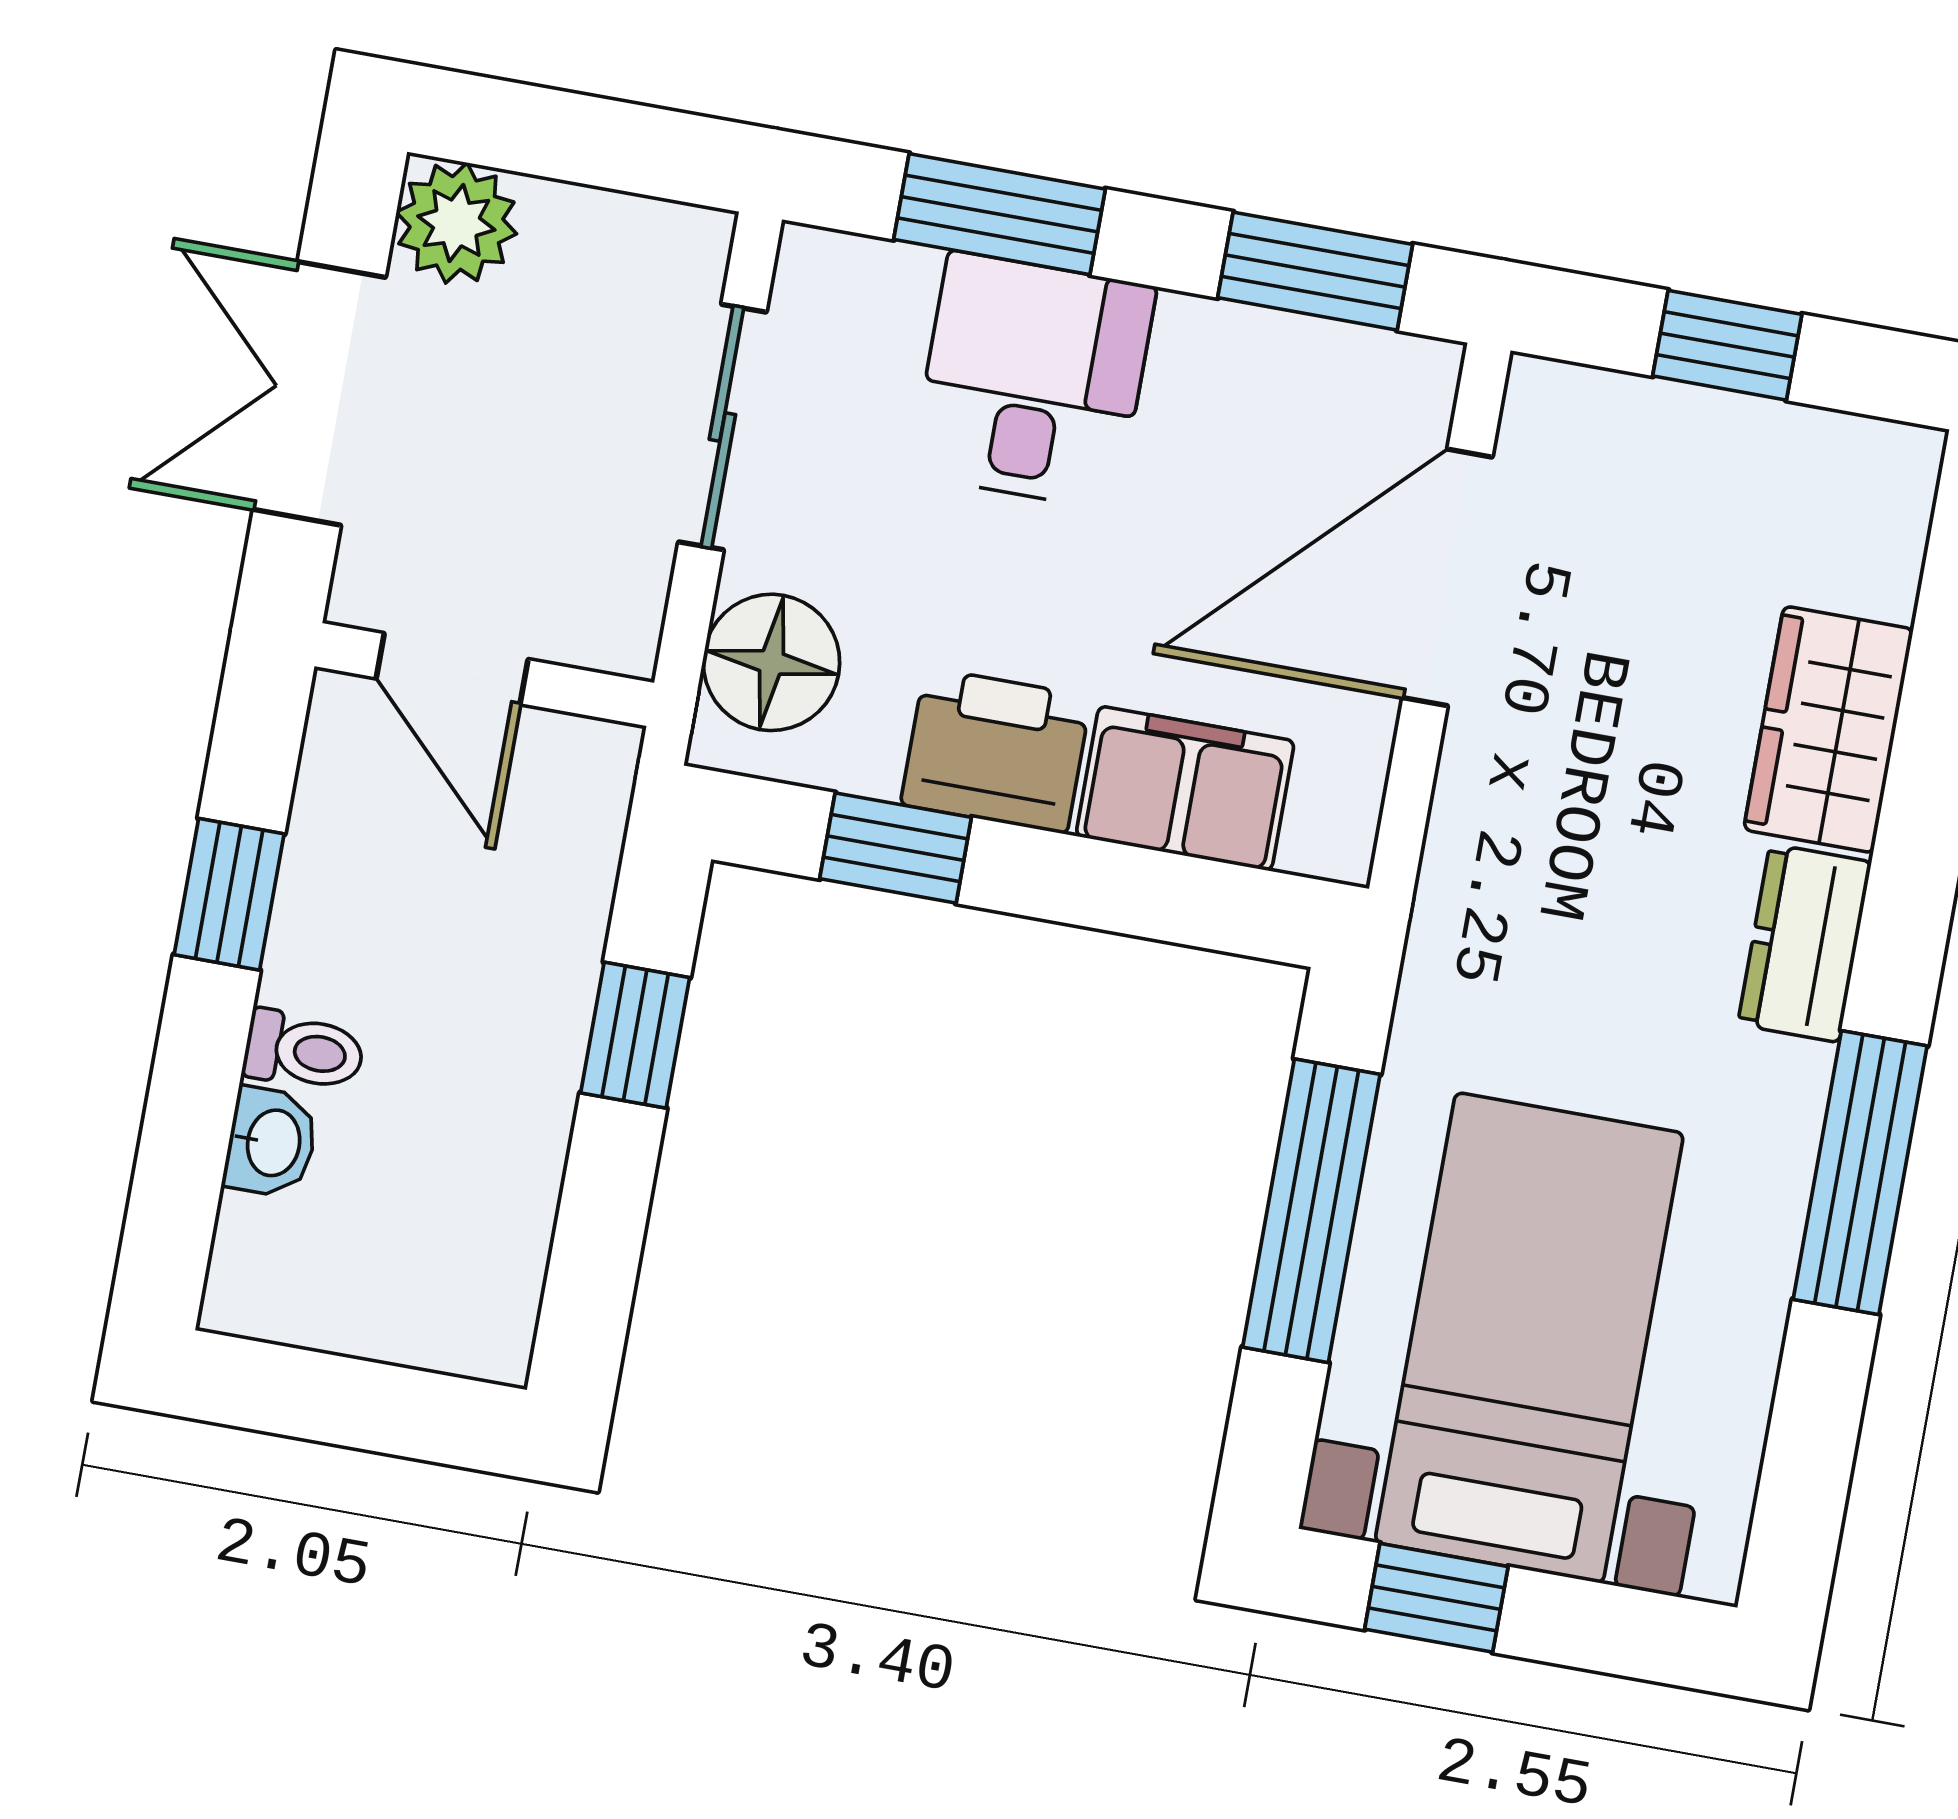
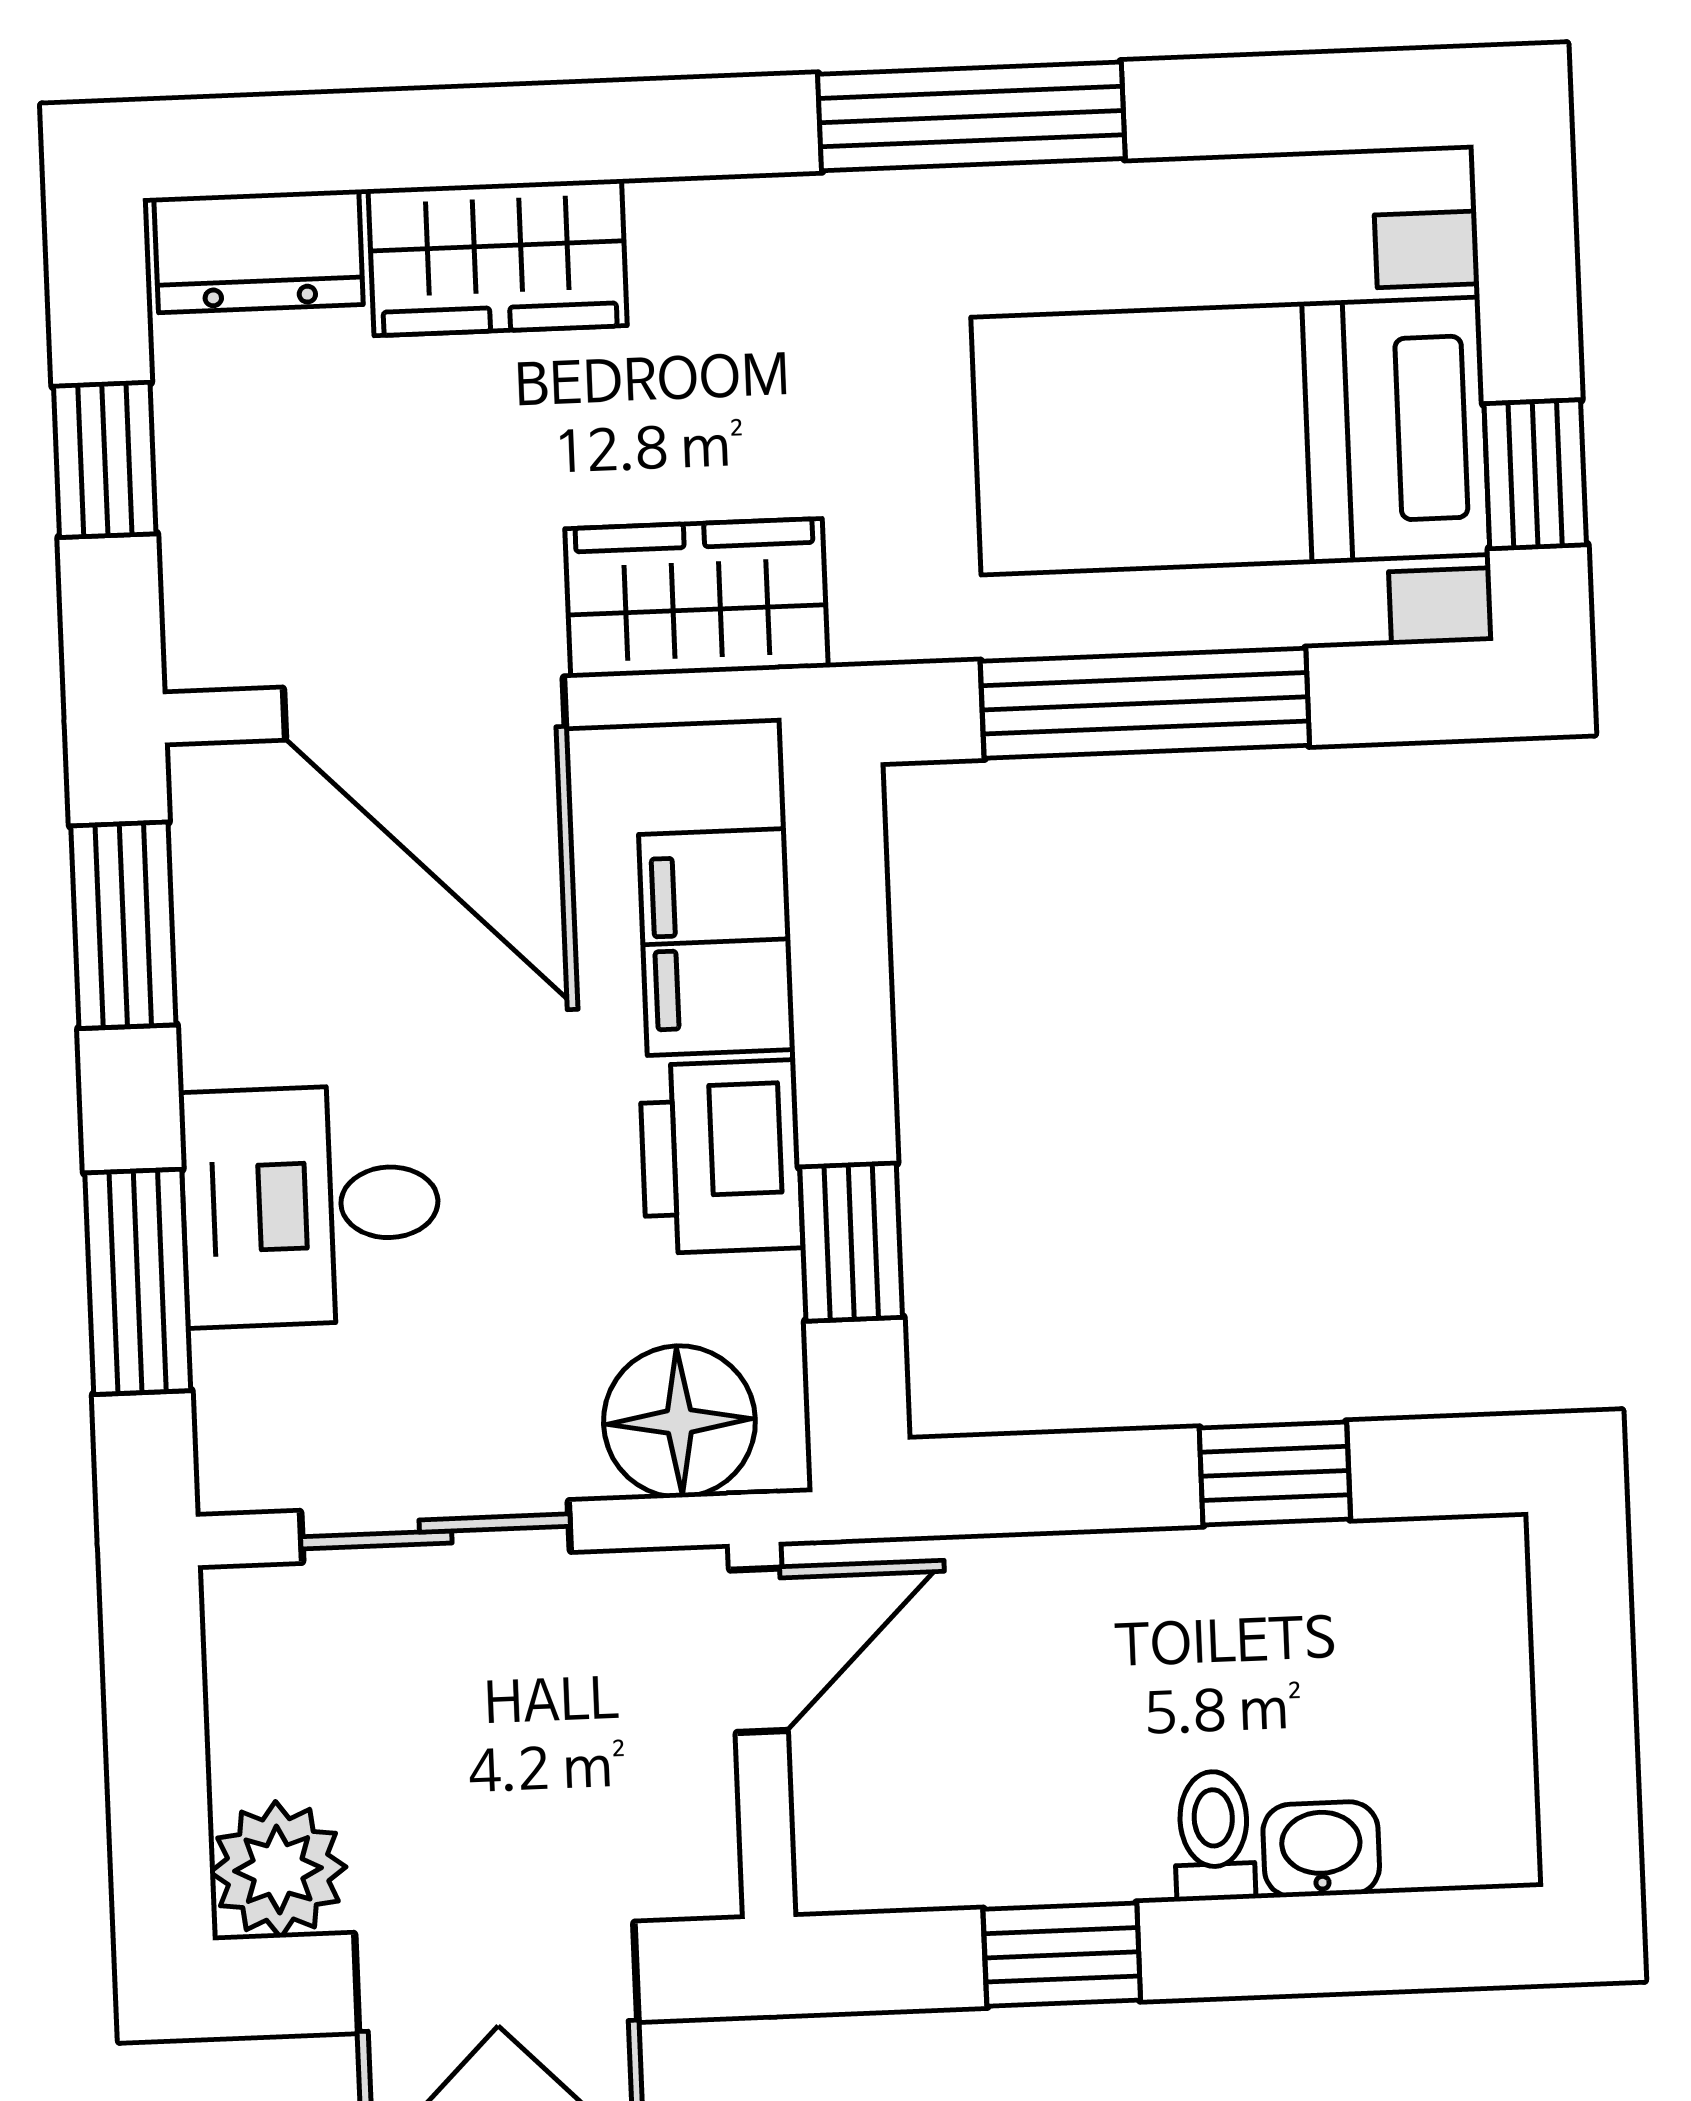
door: (452, 669) -> (758, 1650), moved
wardrobe: (1491, 838) -> (696, 598), added
dresser: (1805, 943) -> (259, 251), moved
window: (635, 1035) -> (1275, 1474), moved

